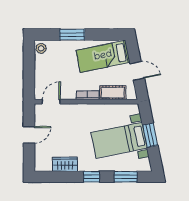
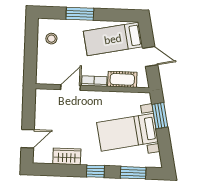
stool: (41, 48) -> (51, 39), moved
door: (51, 102) -> (71, 87), moved
door: (29, 135) -> (28, 139), moved
window: (150, 135) -> (160, 116), moved

